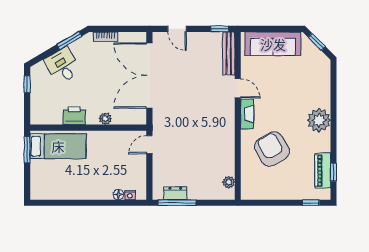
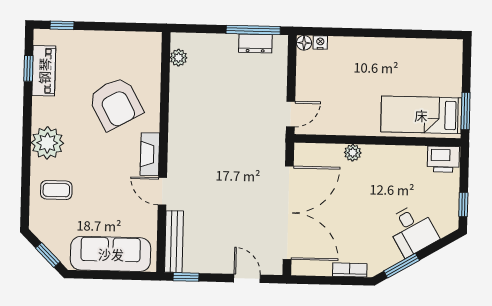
coffee table: (312, 87) -> (56, 190), added
printer: (74, 116) -> (443, 159), moved
floor lamp: (119, 195) -> (304, 43), moved

